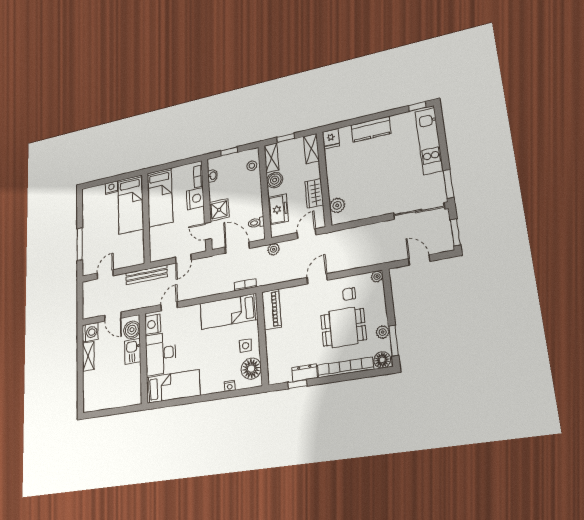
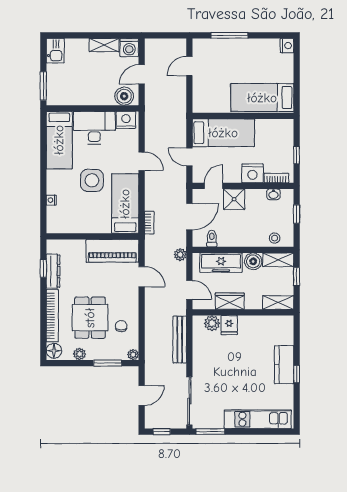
window: (417, 106) -> (297, 374), moved
fridge: (331, 139) -> (229, 325), moved, turned -90
window: (178, 164) -> (297, 155), added
nightstand: (111, 188) -> (287, 46), moved
bed: (160, 197) -> (223, 133), moved, turned 180
freezer: (278, 209) -> (221, 263), width x1.40
window: (455, 232) -> (162, 432), width x0.67
door: (105, 274) -> (189, 66), swing flipped
bench: (146, 275) -> (180, 340), moved
door: (317, 279) -> (142, 277), moved
door: (169, 306) -> (142, 161), moved
piano: (271, 309) -> (112, 251), width x1.37, depth x1.33
window: (394, 341) -> (108, 363), moved
side table: (246, 346) -> (92, 180), moved, width x1.87, depth x1.87
kitchen sink: (133, 351) -> (55, 51), moved, turned 90
floor lamp: (251, 369) -> (65, 223), removed
dresser: (305, 373) -> (53, 271), width x1.44
window: (124, 410) -> (43, 86), added

